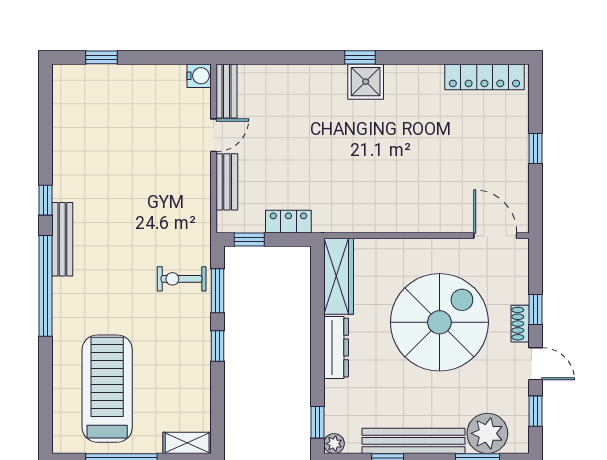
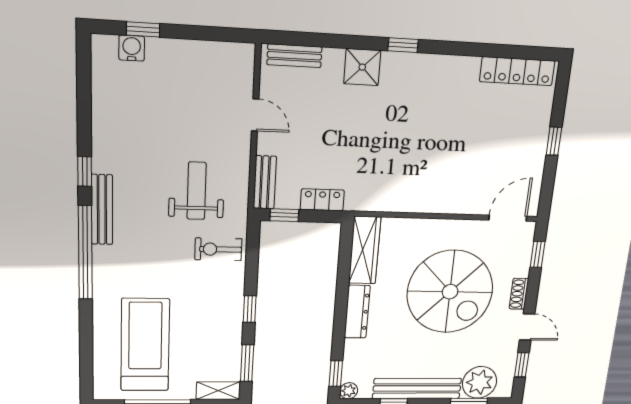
water cooler: (199, 76) -> (132, 48), moved, turned -90
shower: (366, 82) -> (362, 67), moved
bench: (227, 91) -> (294, 56), moved, turned 90
door: (214, 135) -> (255, 115), hinge flipped
bench: (227, 182) -> (265, 182), moved
weight bench: (157, 216) -> (197, 191), added
door: (495, 236) -> (508, 218), hinge flipped
window: (217, 291) -> (247, 363), moved
window: (536, 309) -> (538, 254), moved
spiral stairs: (439, 322) -> (450, 292), turned 90

